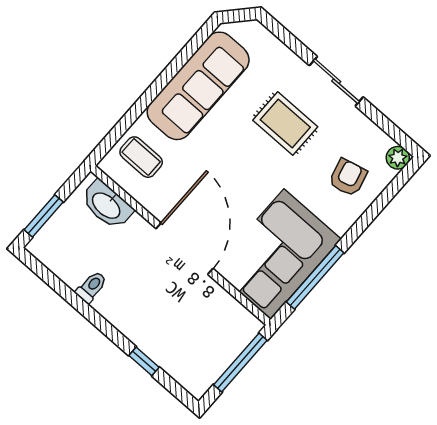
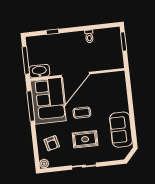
sofa: (198, 86) -> (121, 130), width x0.73
coffee table: (141, 157) -> (82, 113), moved
washbasin: (107, 205) -> (39, 71), moved
door: (184, 249) -> (75, 75), hinge flipped

